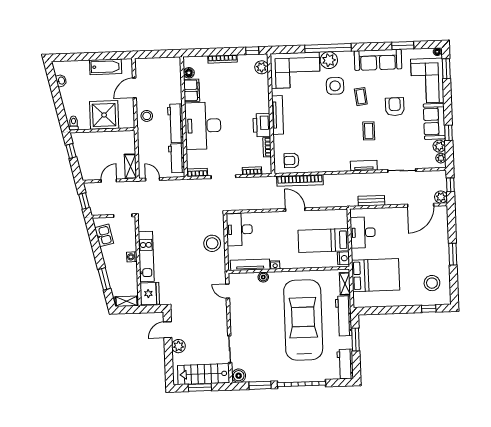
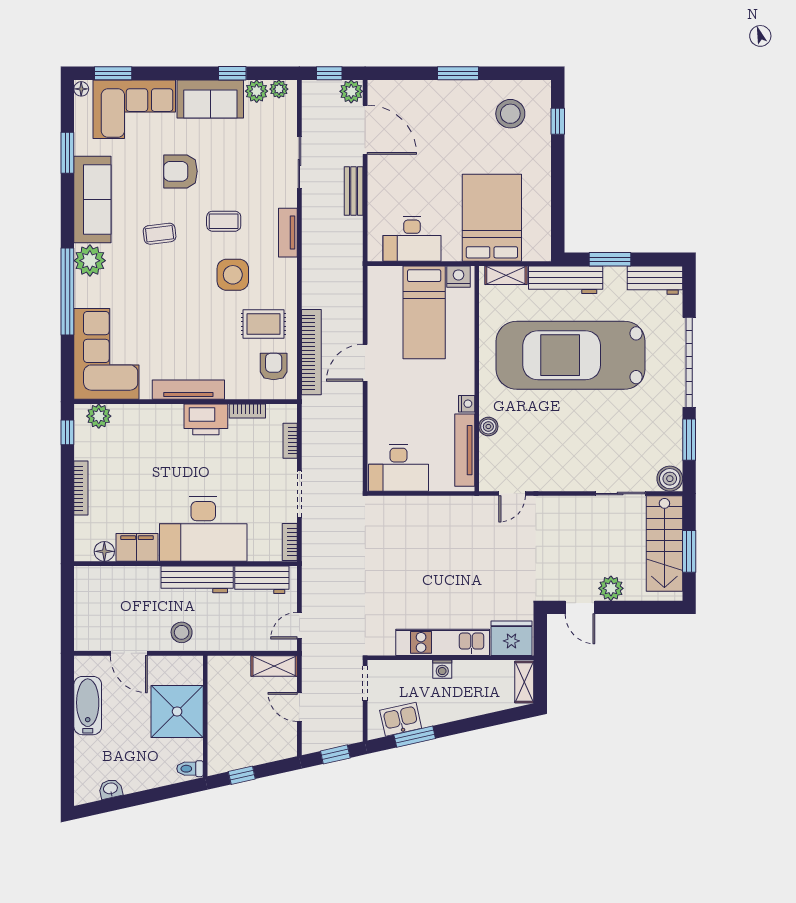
plant: (329, 60) -> (90, 261), moved
side table: (335, 86) -> (233, 275), moved
rug: (314, 154) -> (264, 324), added
armchair: (292, 160) -> (274, 367), turned 180
bench: (371, 201) -> (354, 191), moved
stool: (212, 243) -> (422, 519), removed
window: (104, 279) -> (415, 737), moved

